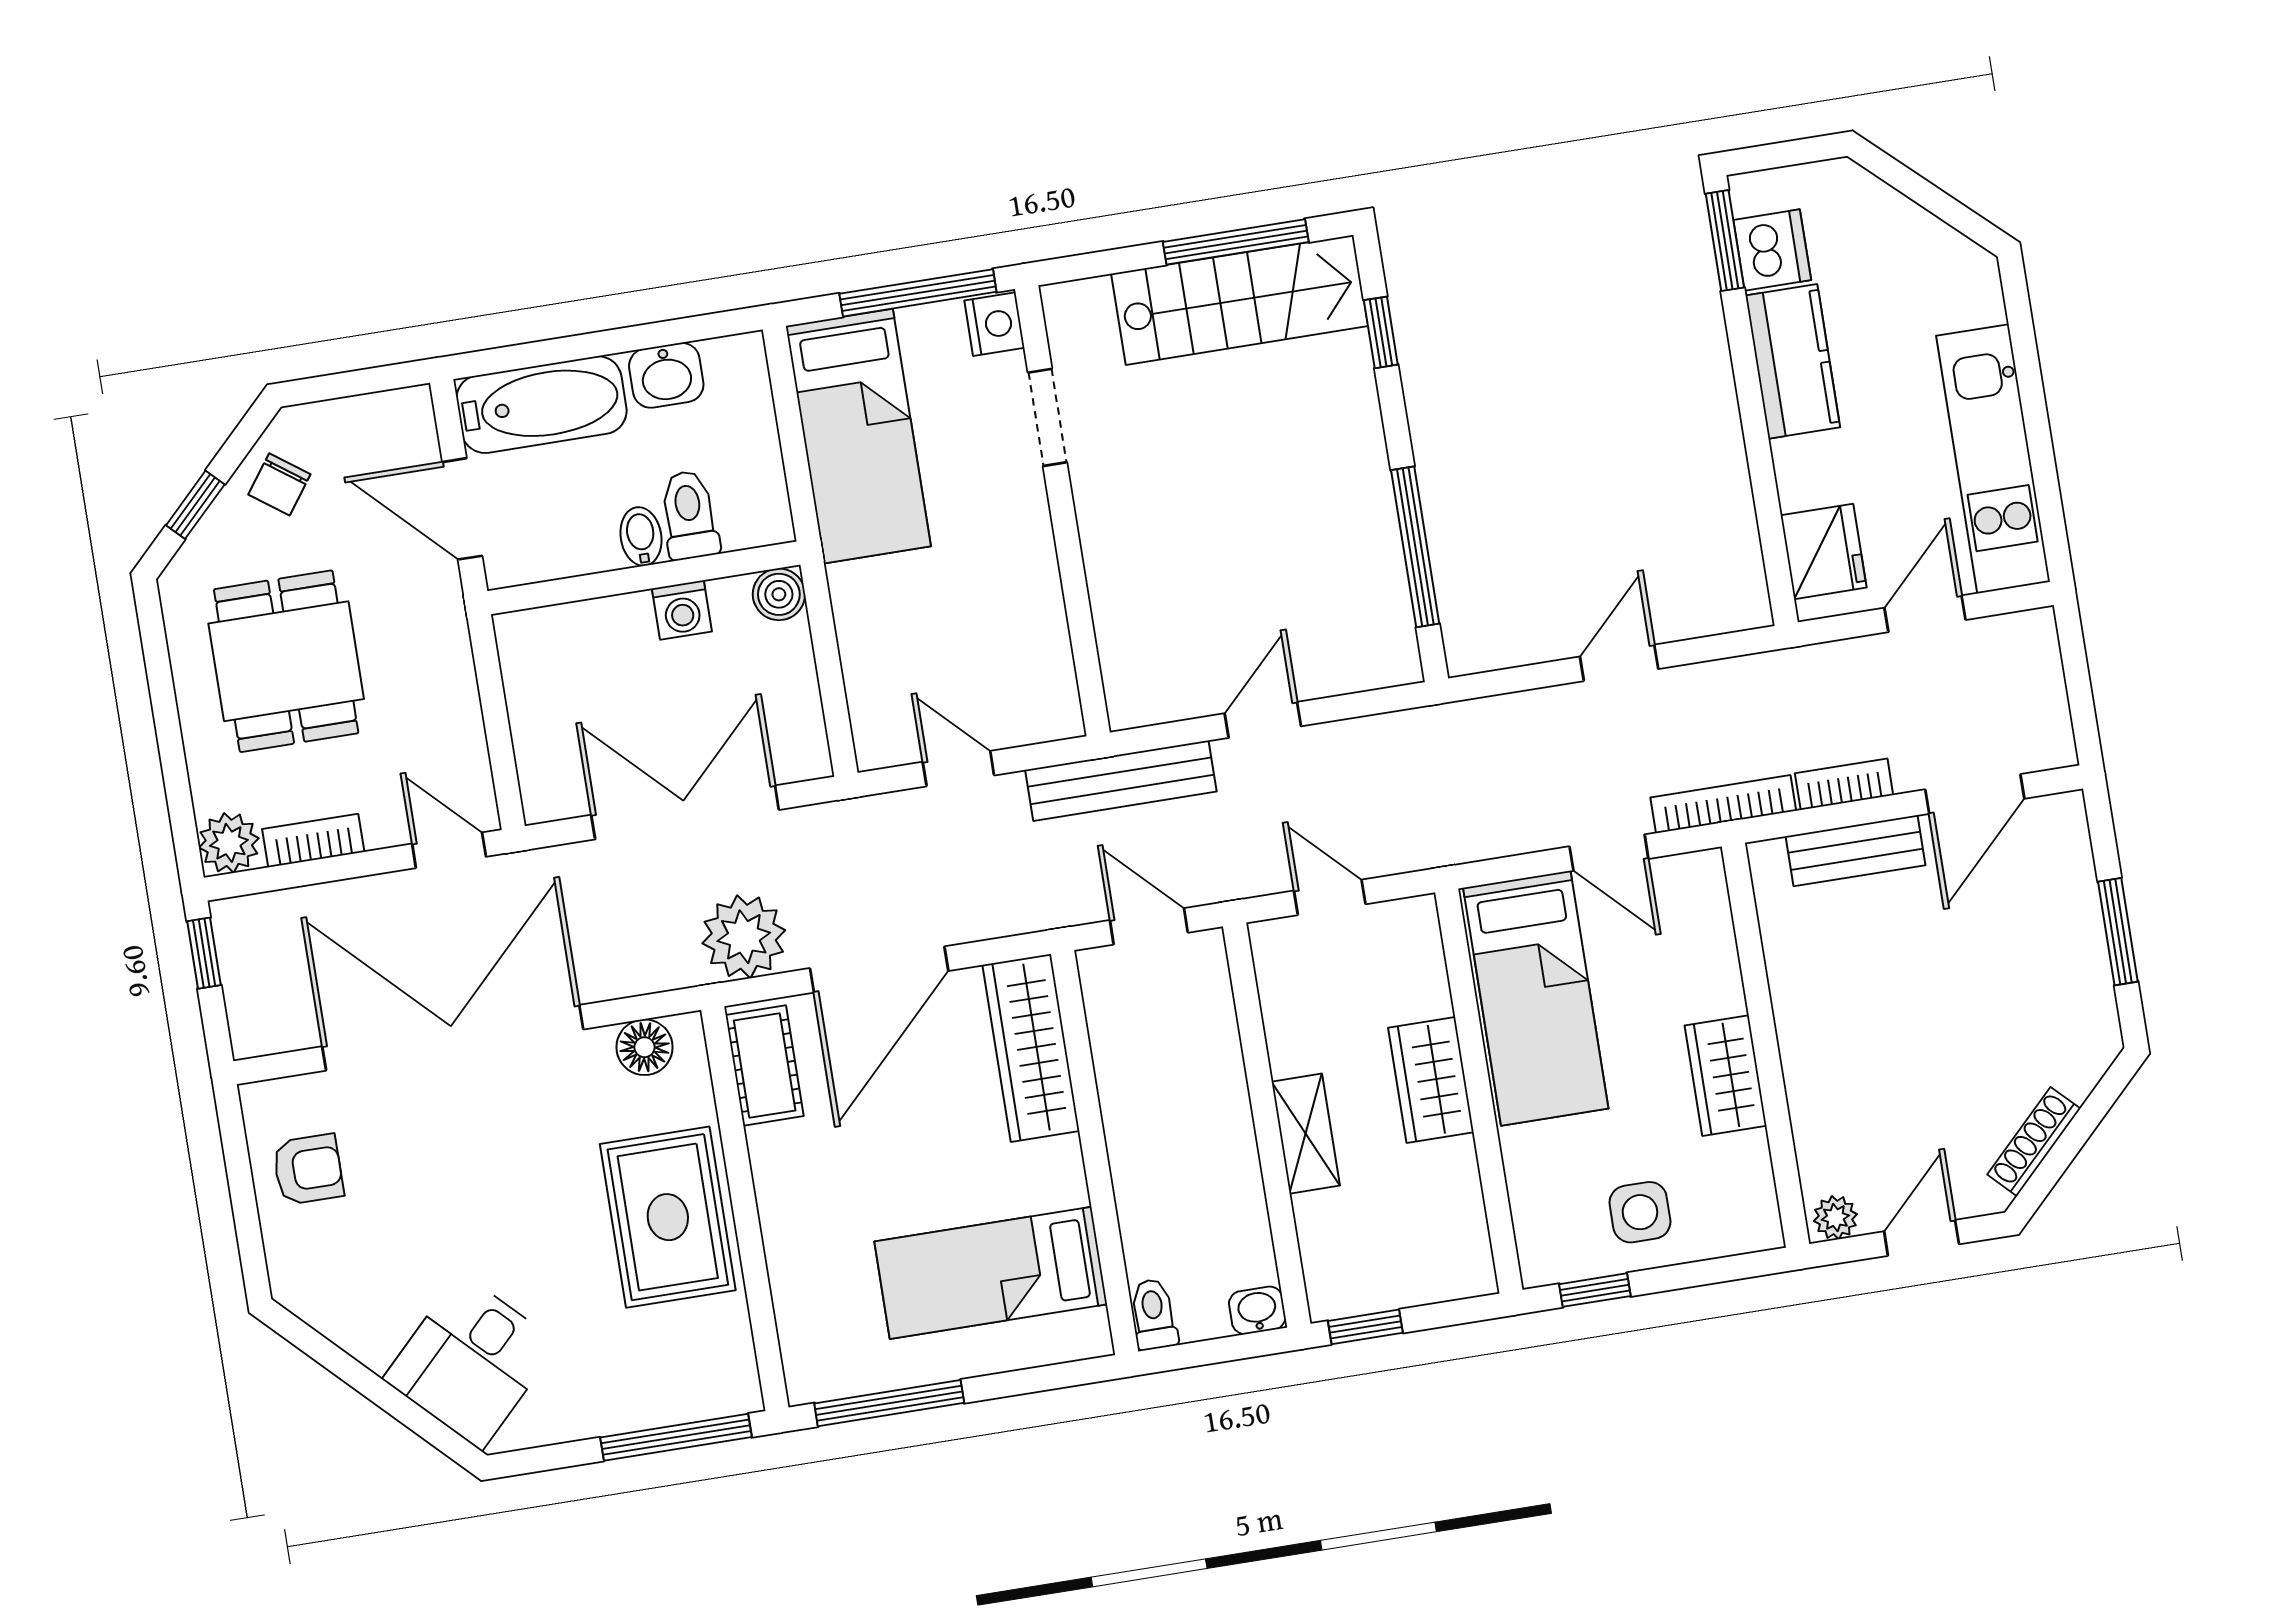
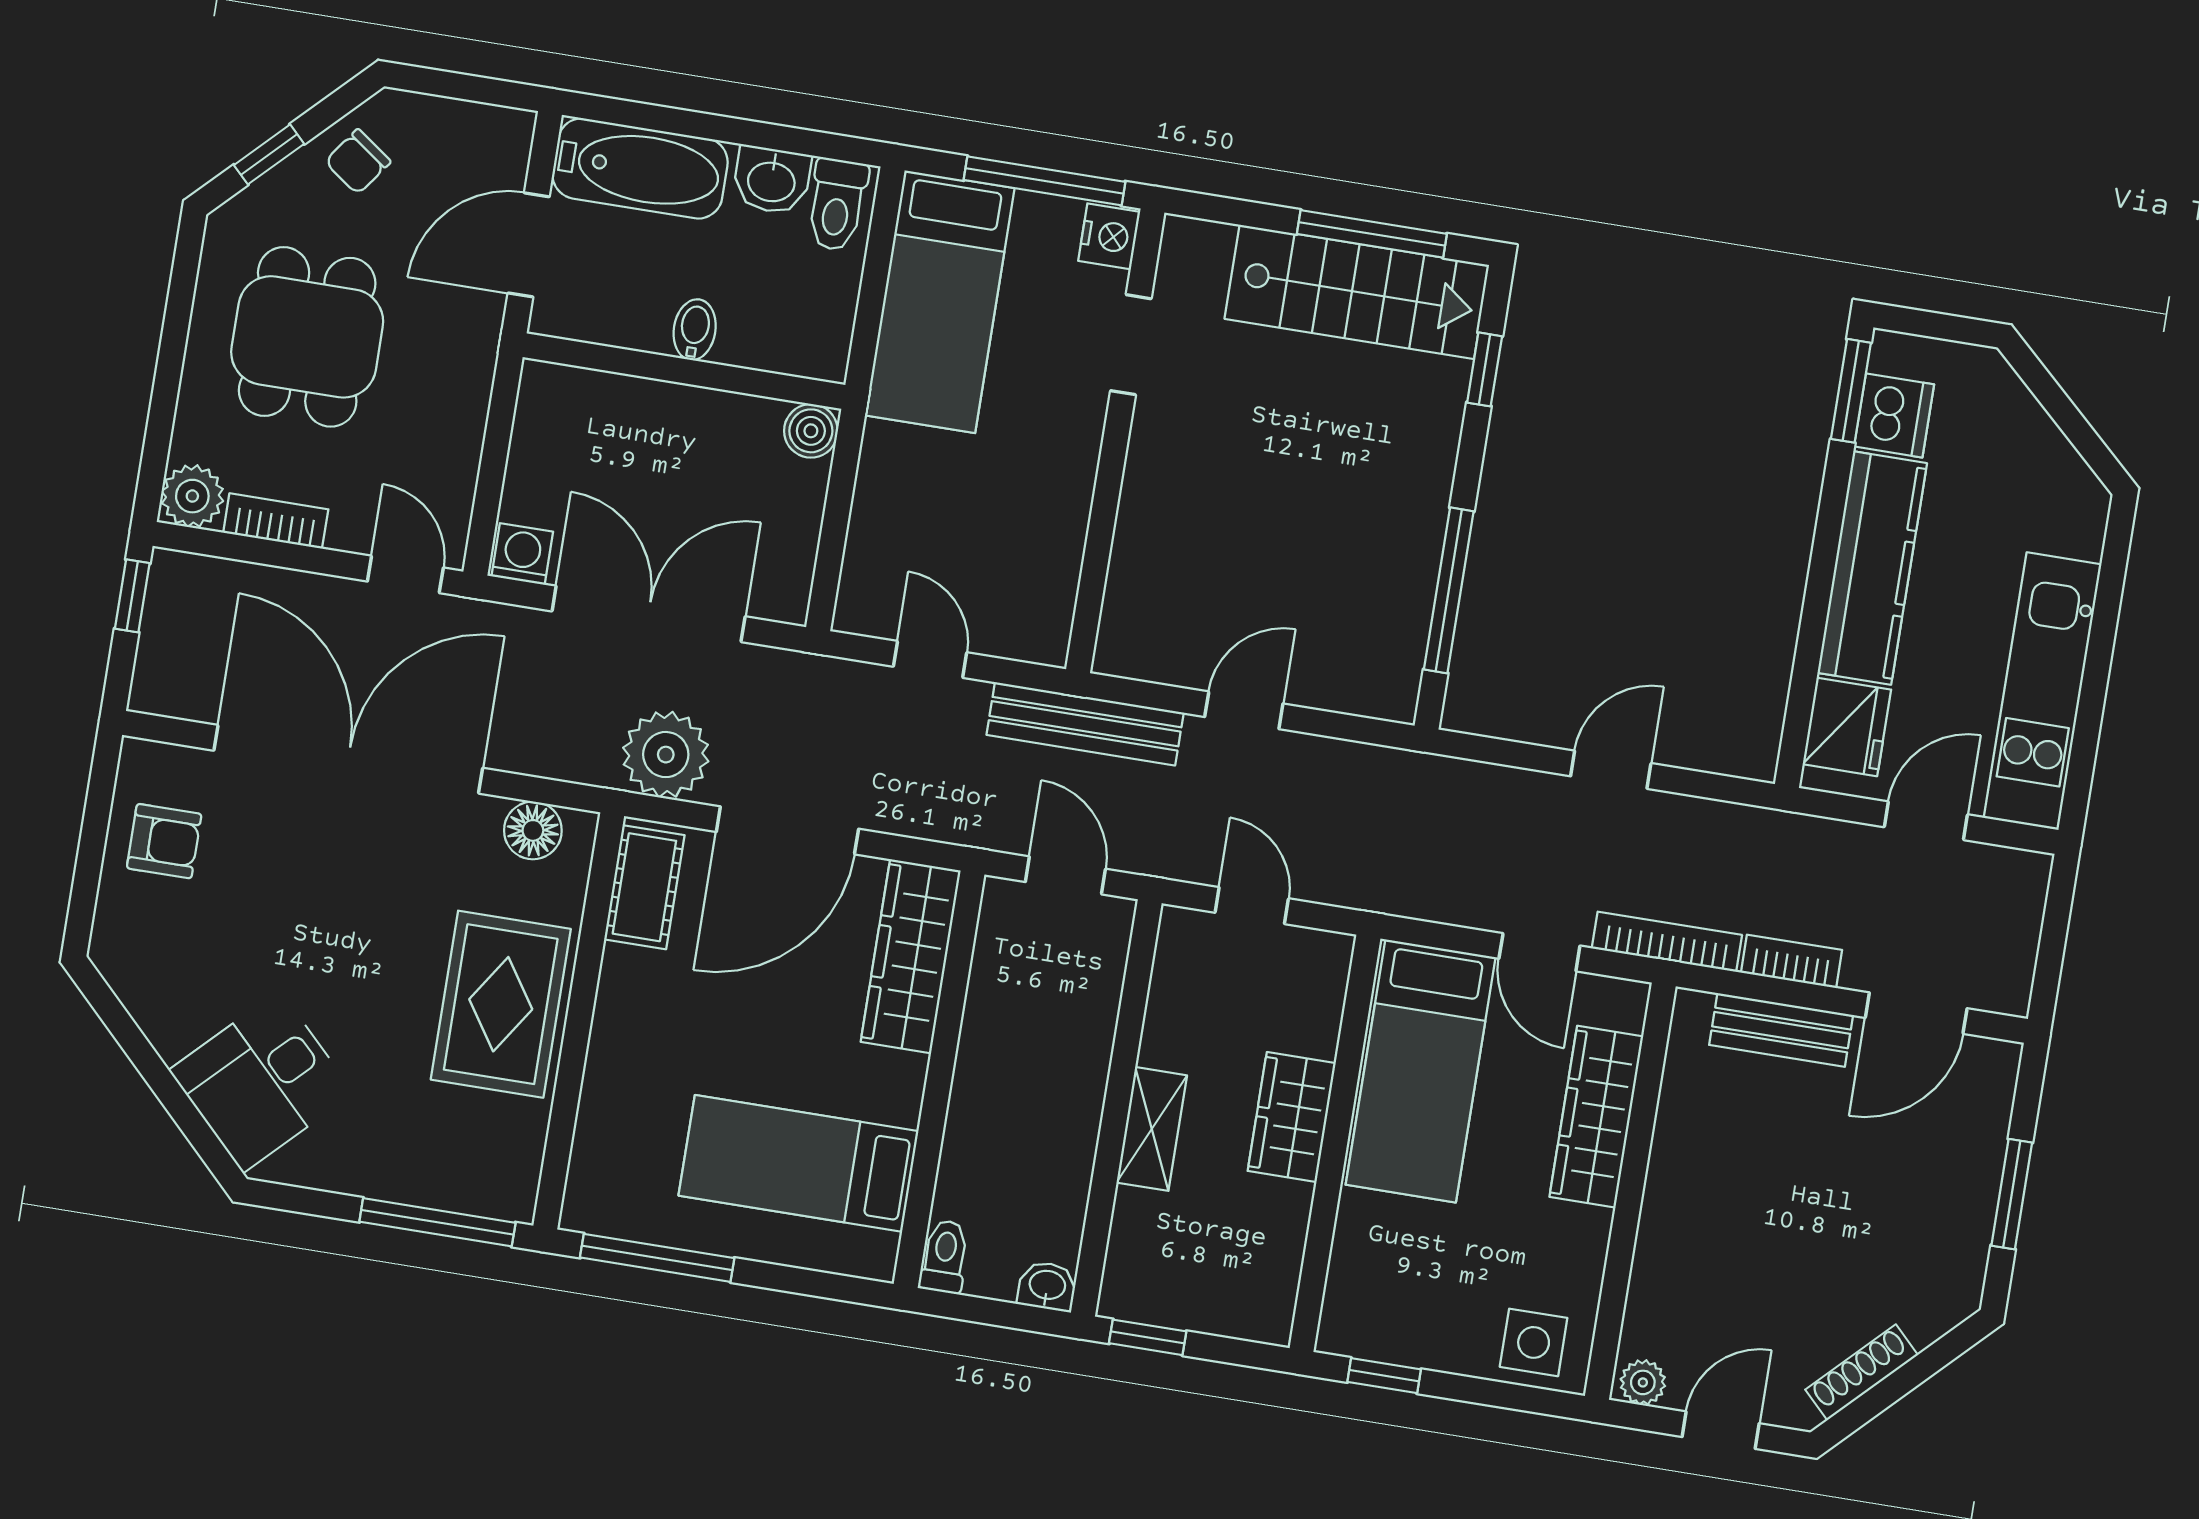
kitchen counter: (1793, 361) -> (1872, 568), width x1.50
door: (462, 509) -> (529, 245), hinge flipped
toilet: (689, 515) -> (837, 205), moved, turned 180
washing machine: (682, 610) -> (522, 554), moved, turned 180
wardrobe: (1726, 1076) -> (1596, 1117), moved, width x1.50
side table: (1640, 1212) -> (1534, 1342), moved

